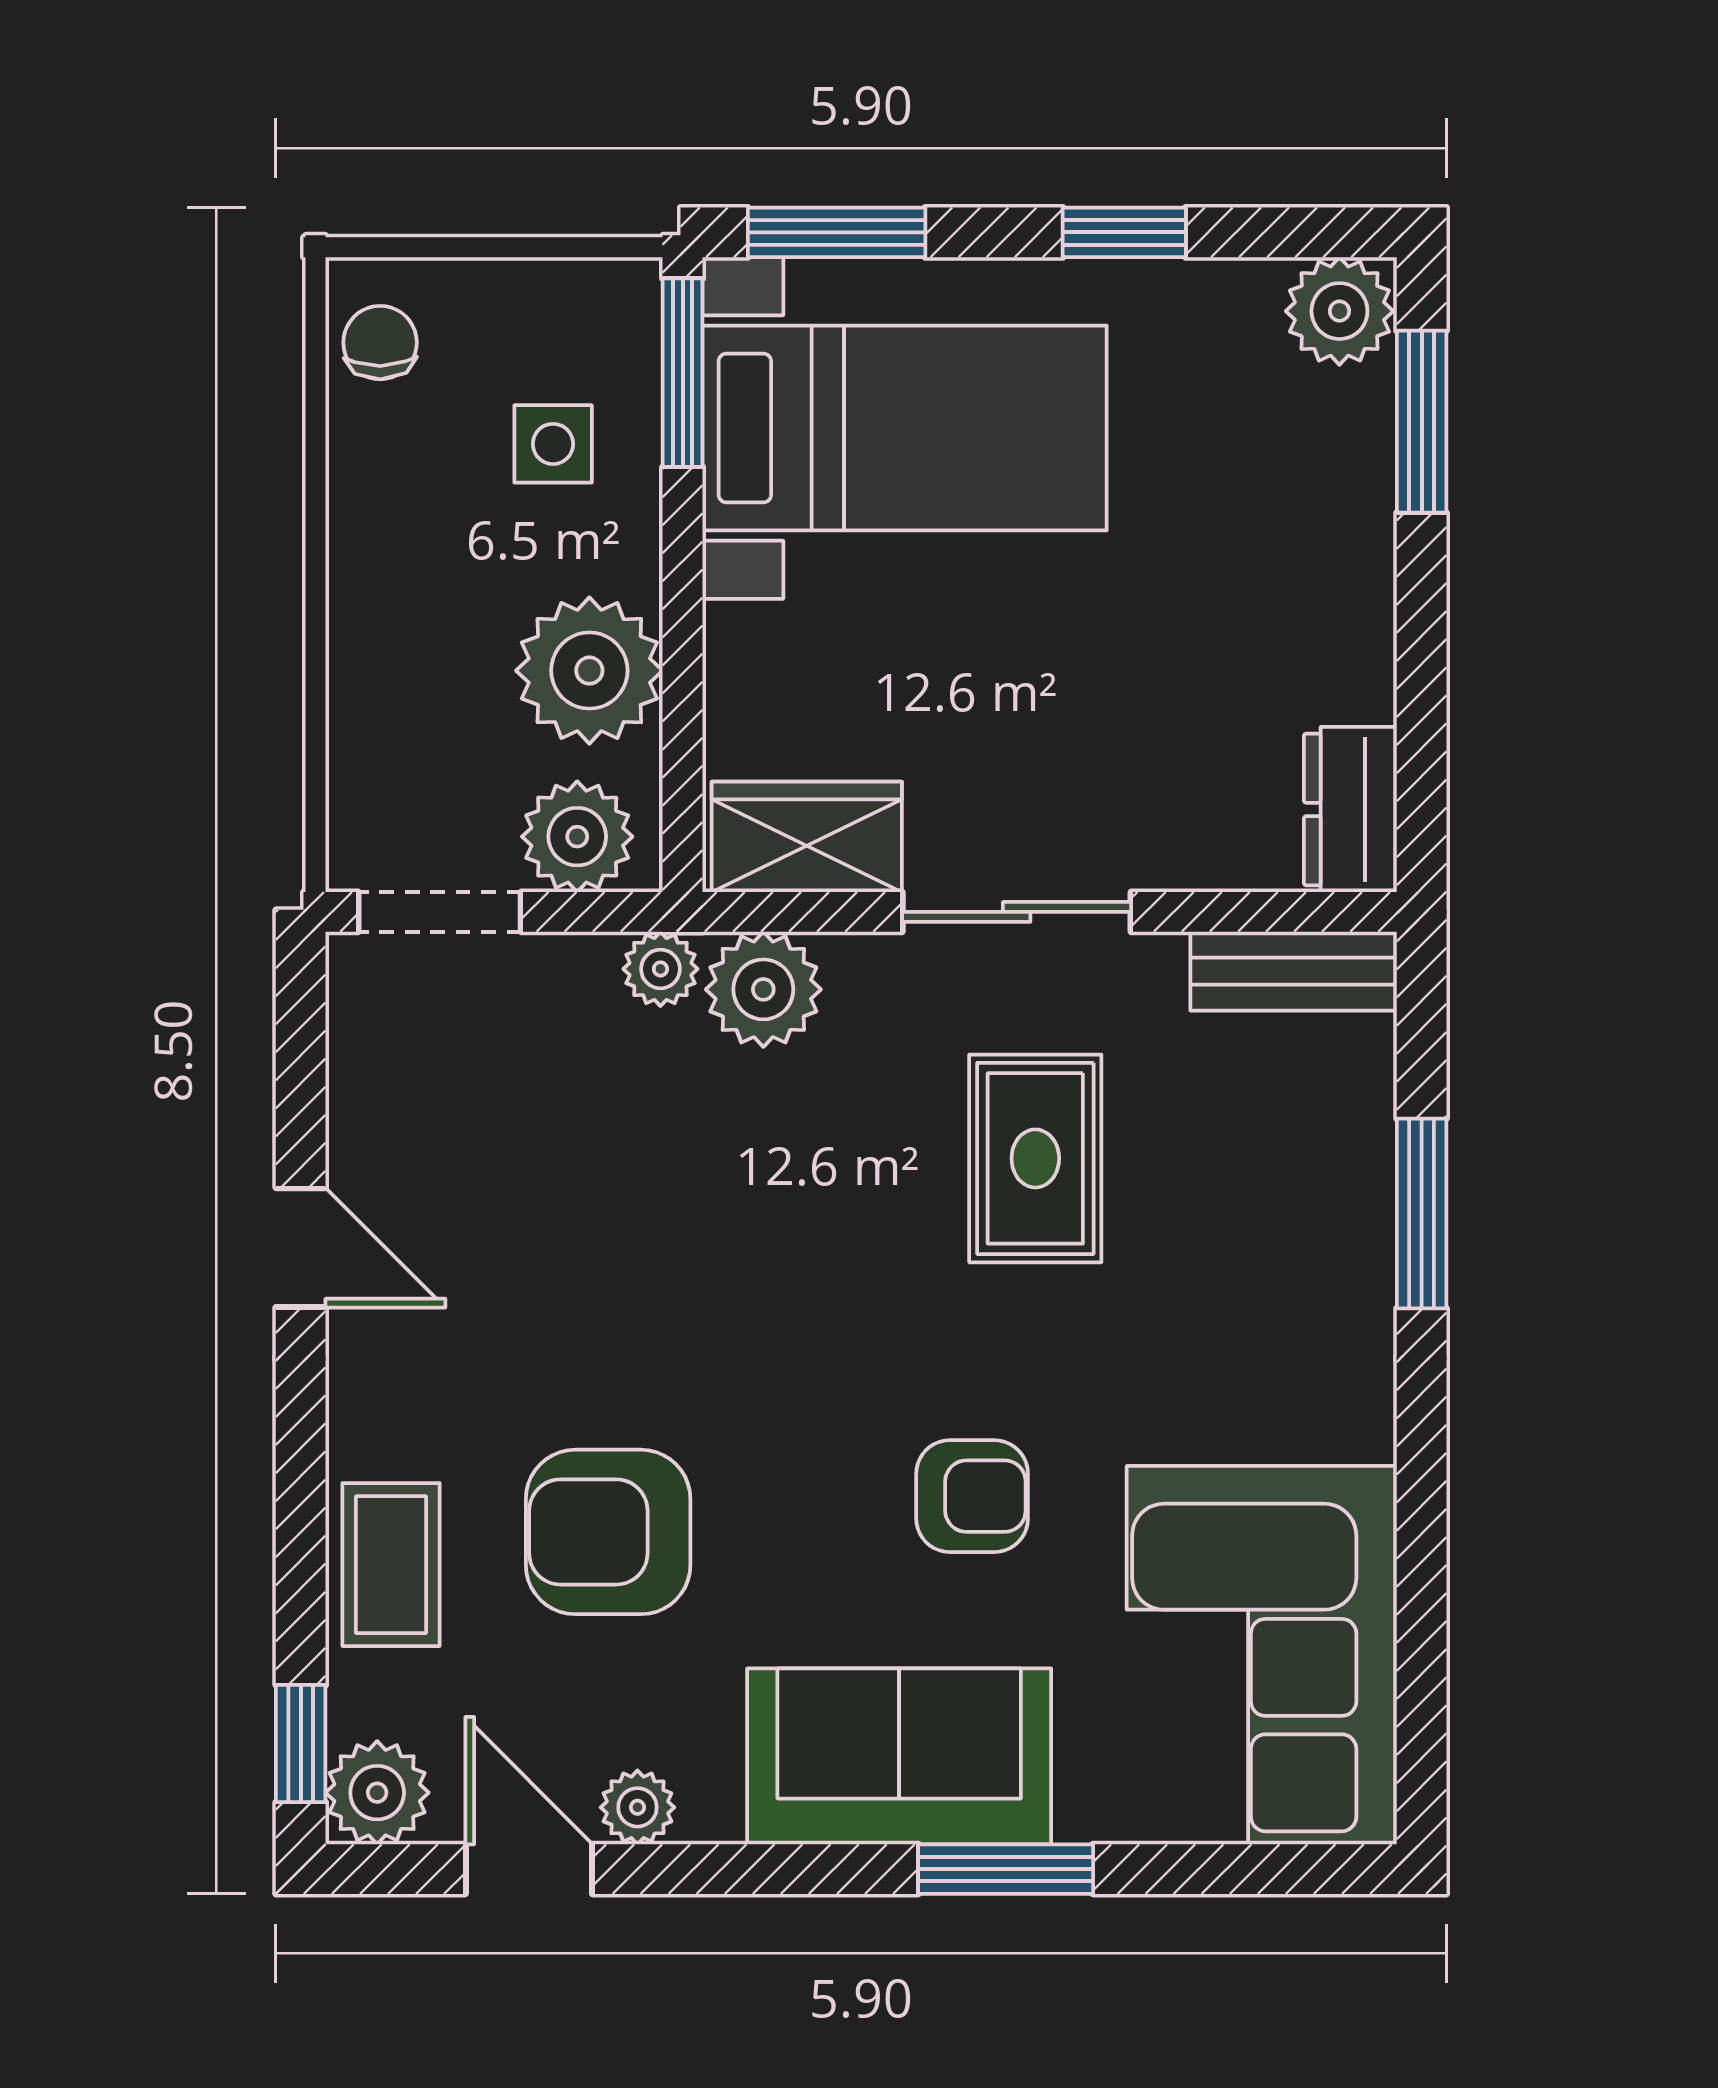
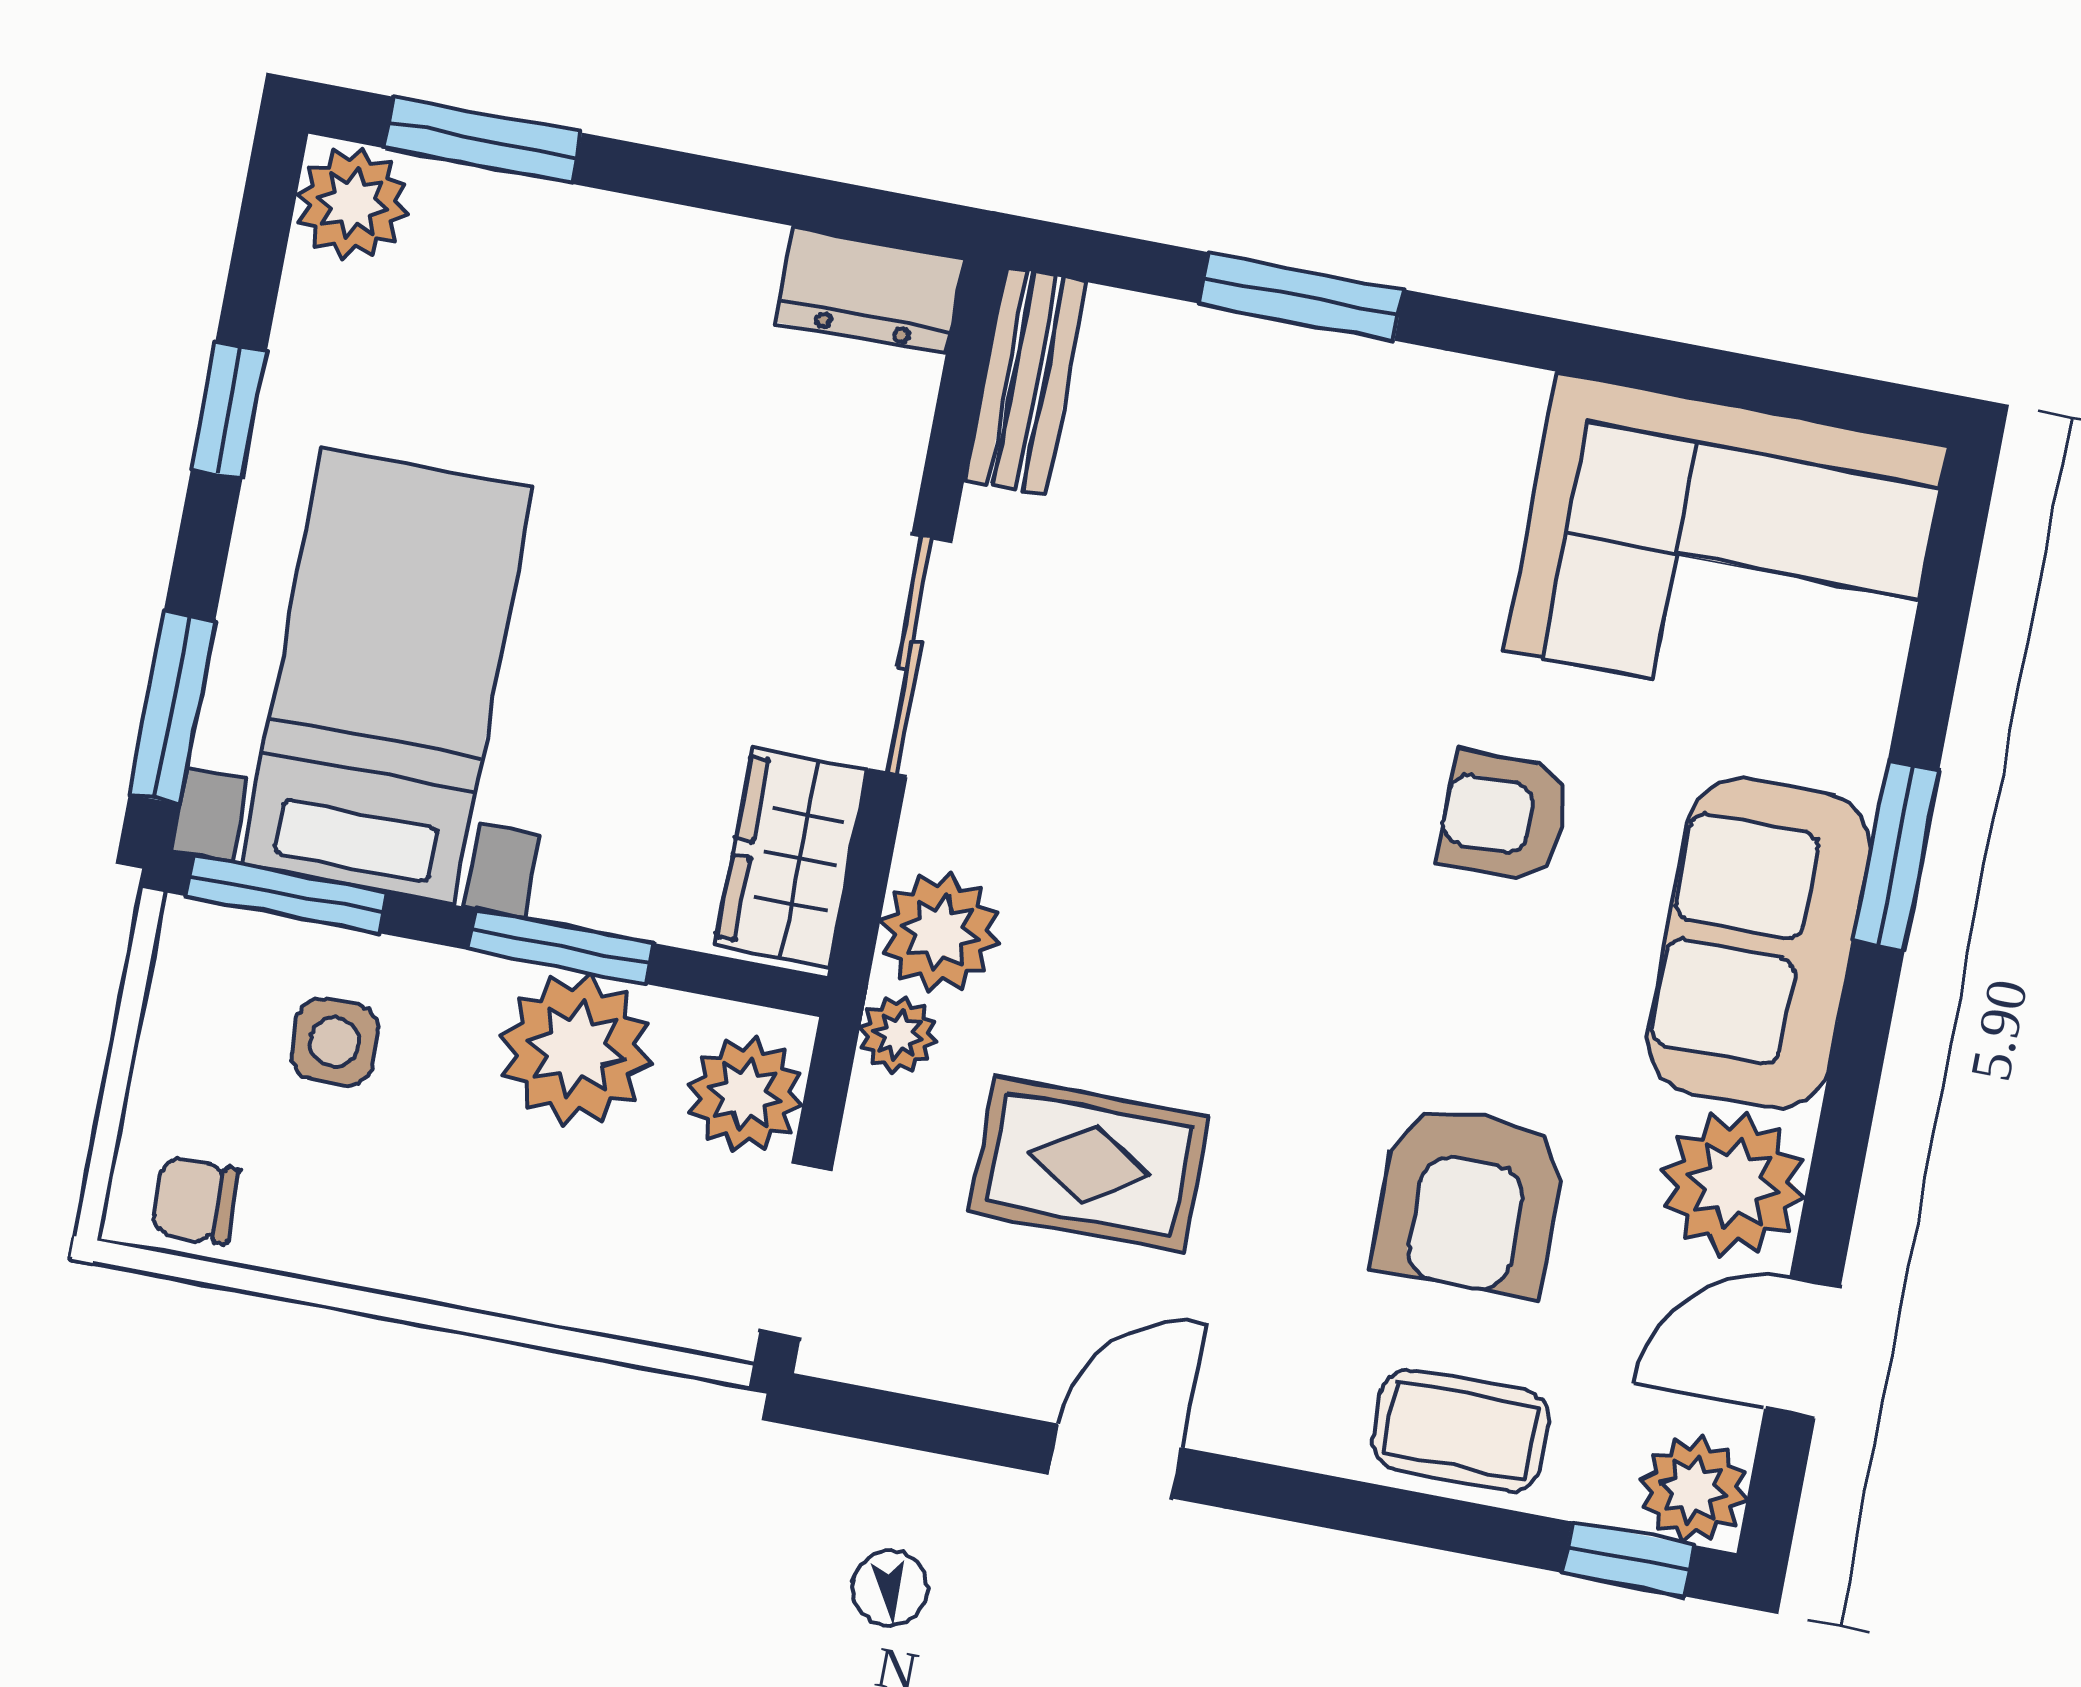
window: (683, 638) -> (561, 947), added
rug: (1035, 1158) -> (1089, 1164), moved
armchair: (972, 1496) -> (1504, 817), turned -90
plant: (637, 1807) -> (1733, 1184), width x1.88, depth x1.88

